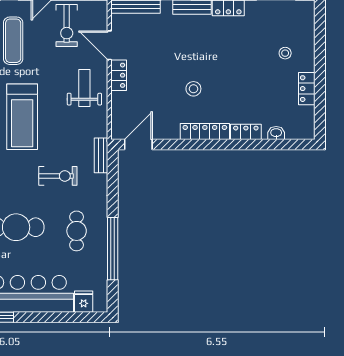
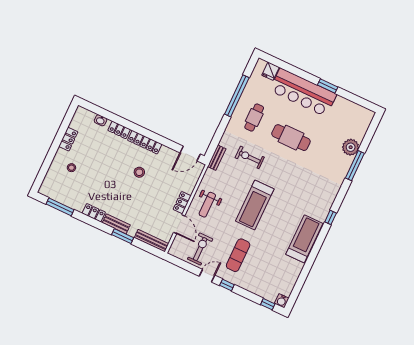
treadmill: (22, 117) -> (255, 205), turned 180

